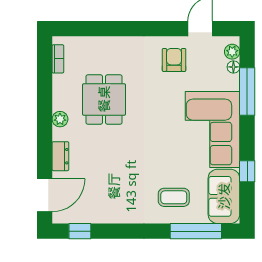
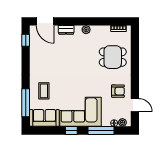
dining table: (104, 99) -> (113, 57), moved
window: (247, 171) -> (71, 131), moved

